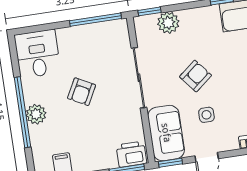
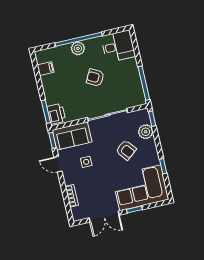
armchair: (196, 76) -> (126, 150), moved

